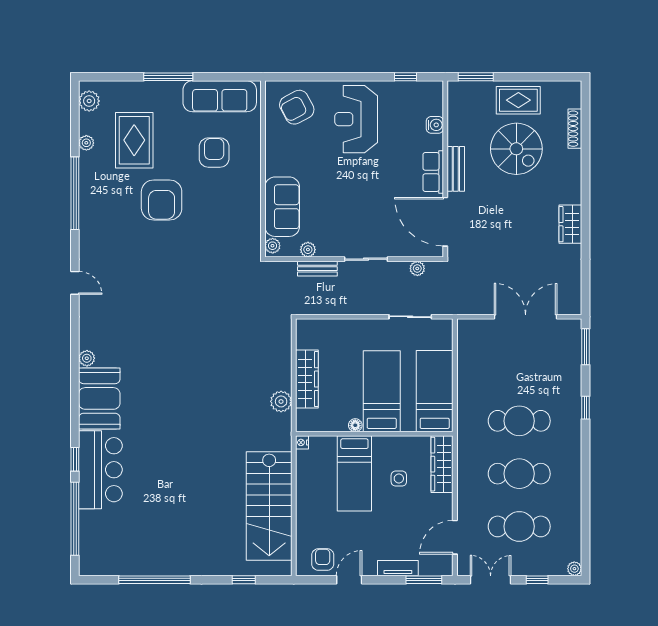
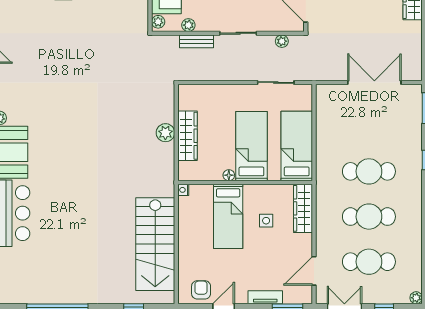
plant: (281, 401) -> (165, 133), moved

